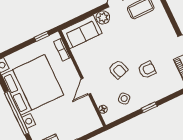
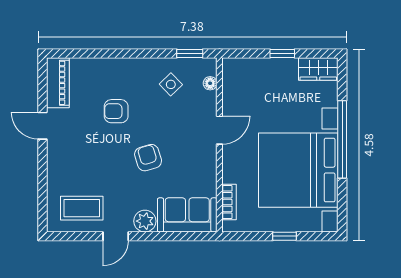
window: (42, 36) -> (285, 236), moved
armchair: (118, 69) -> (148, 158), moved
window: (149, 107) -> (190, 53), moved

